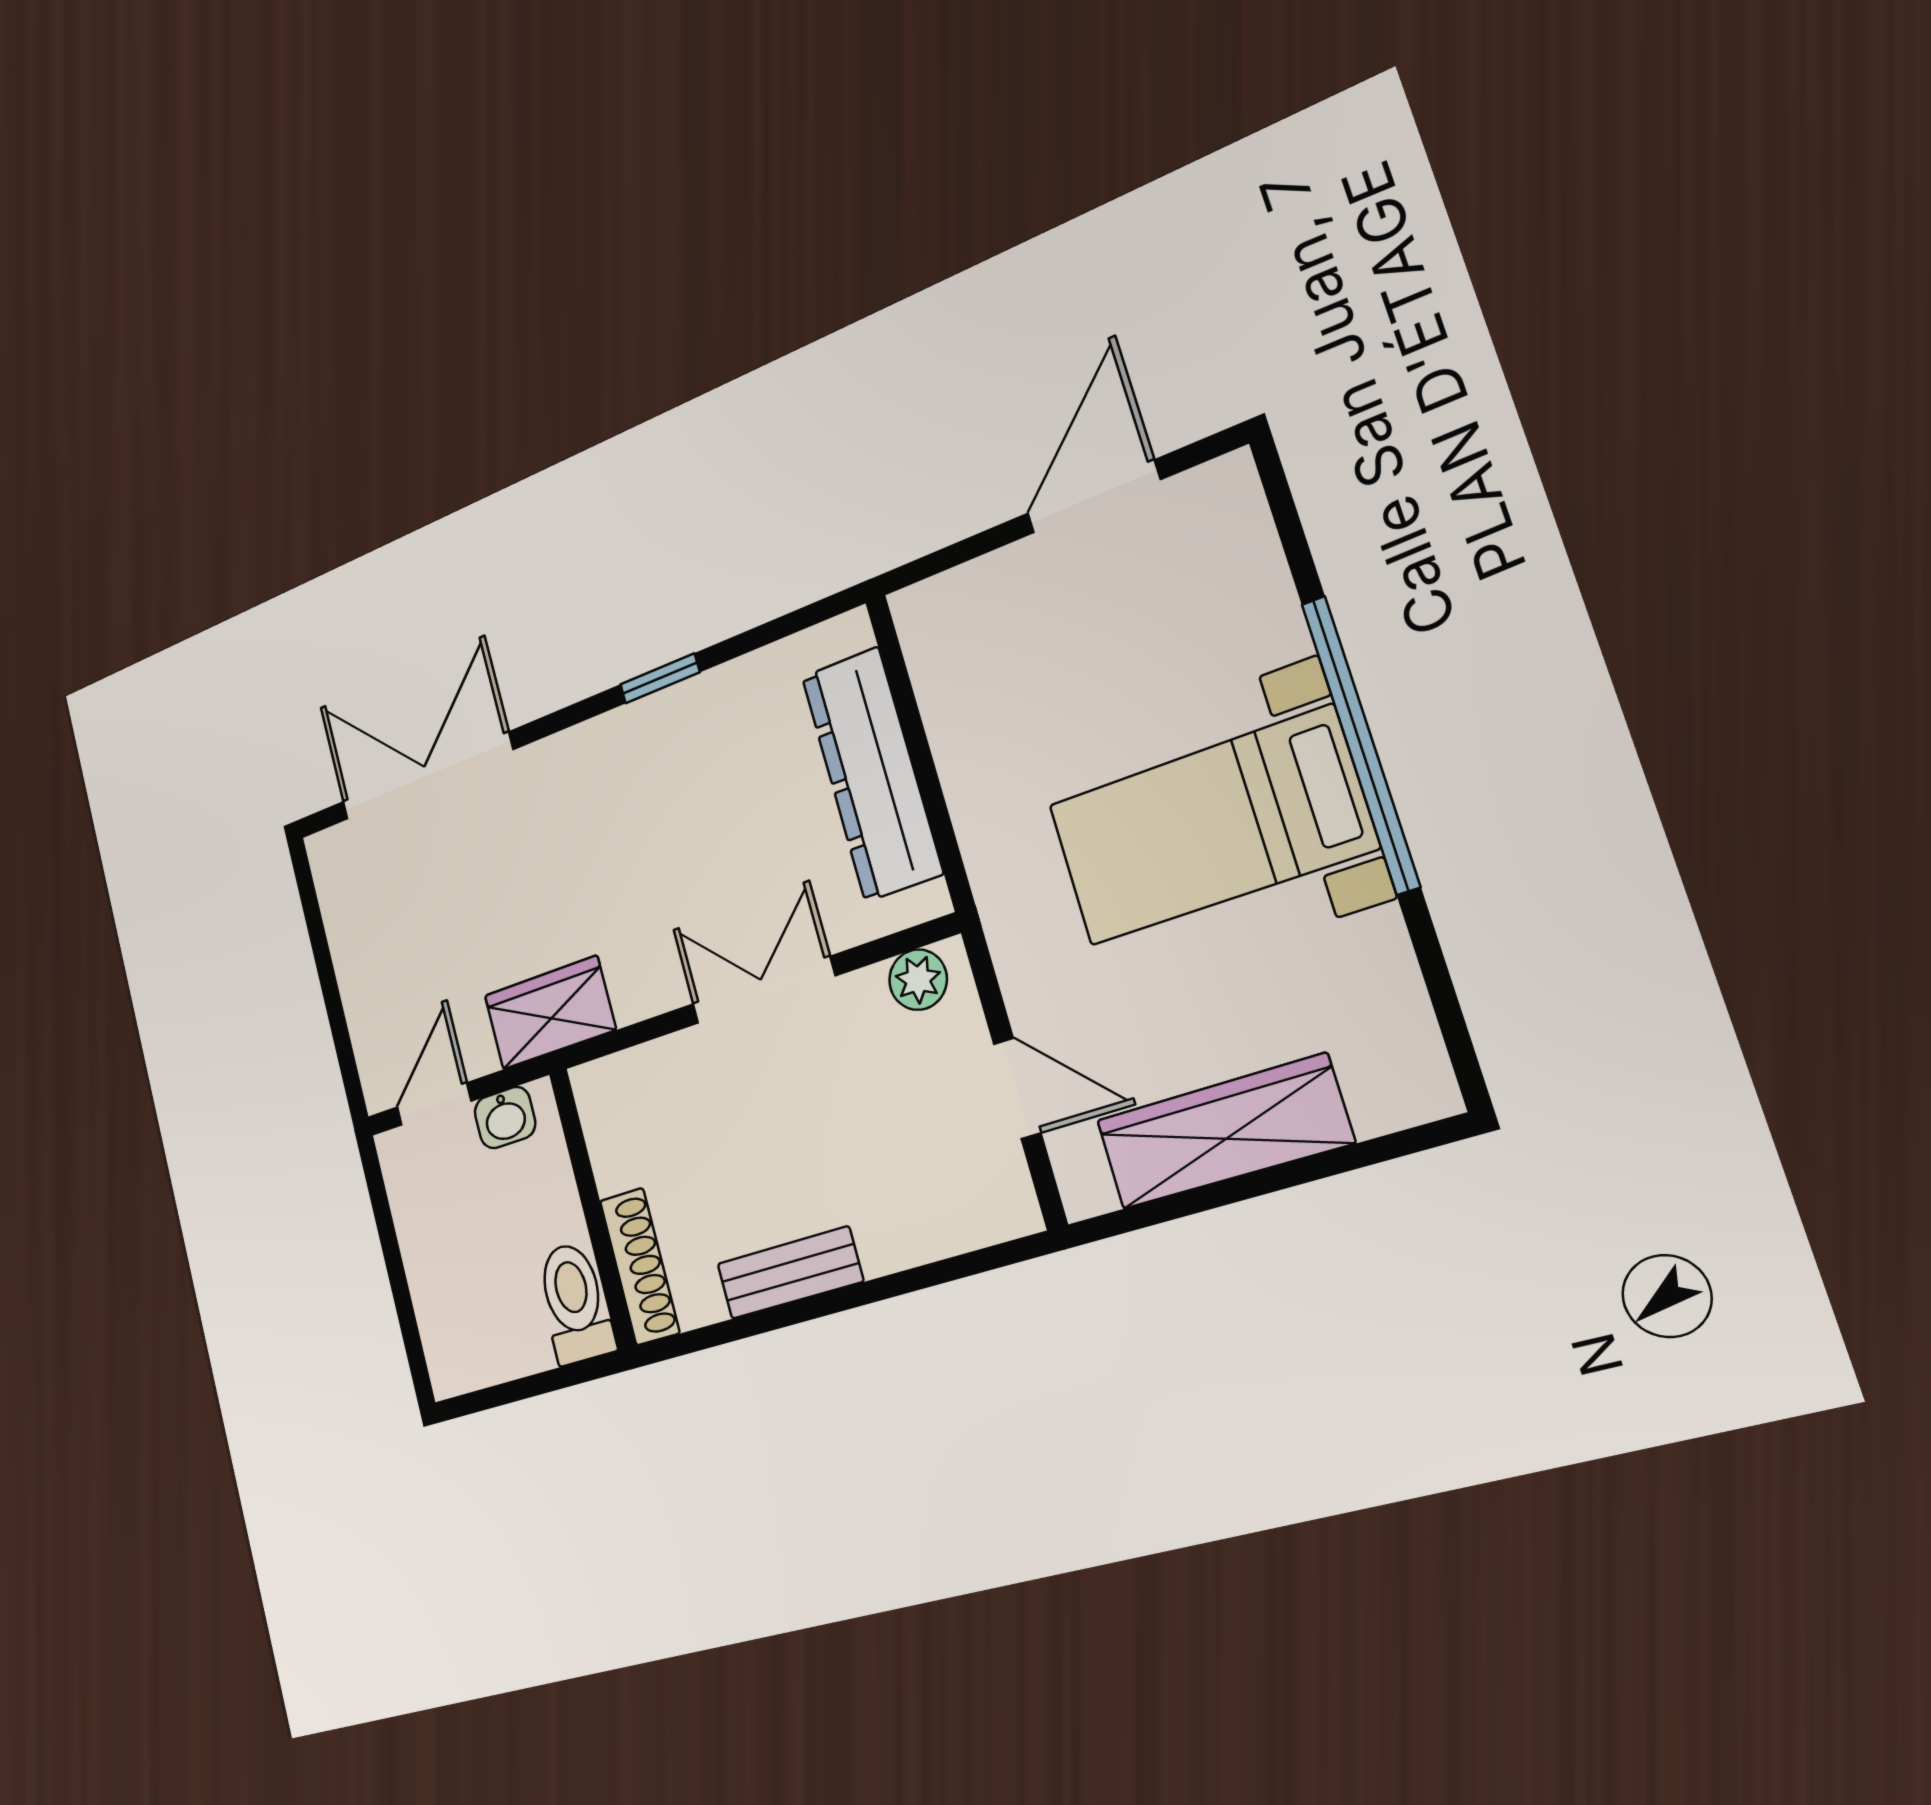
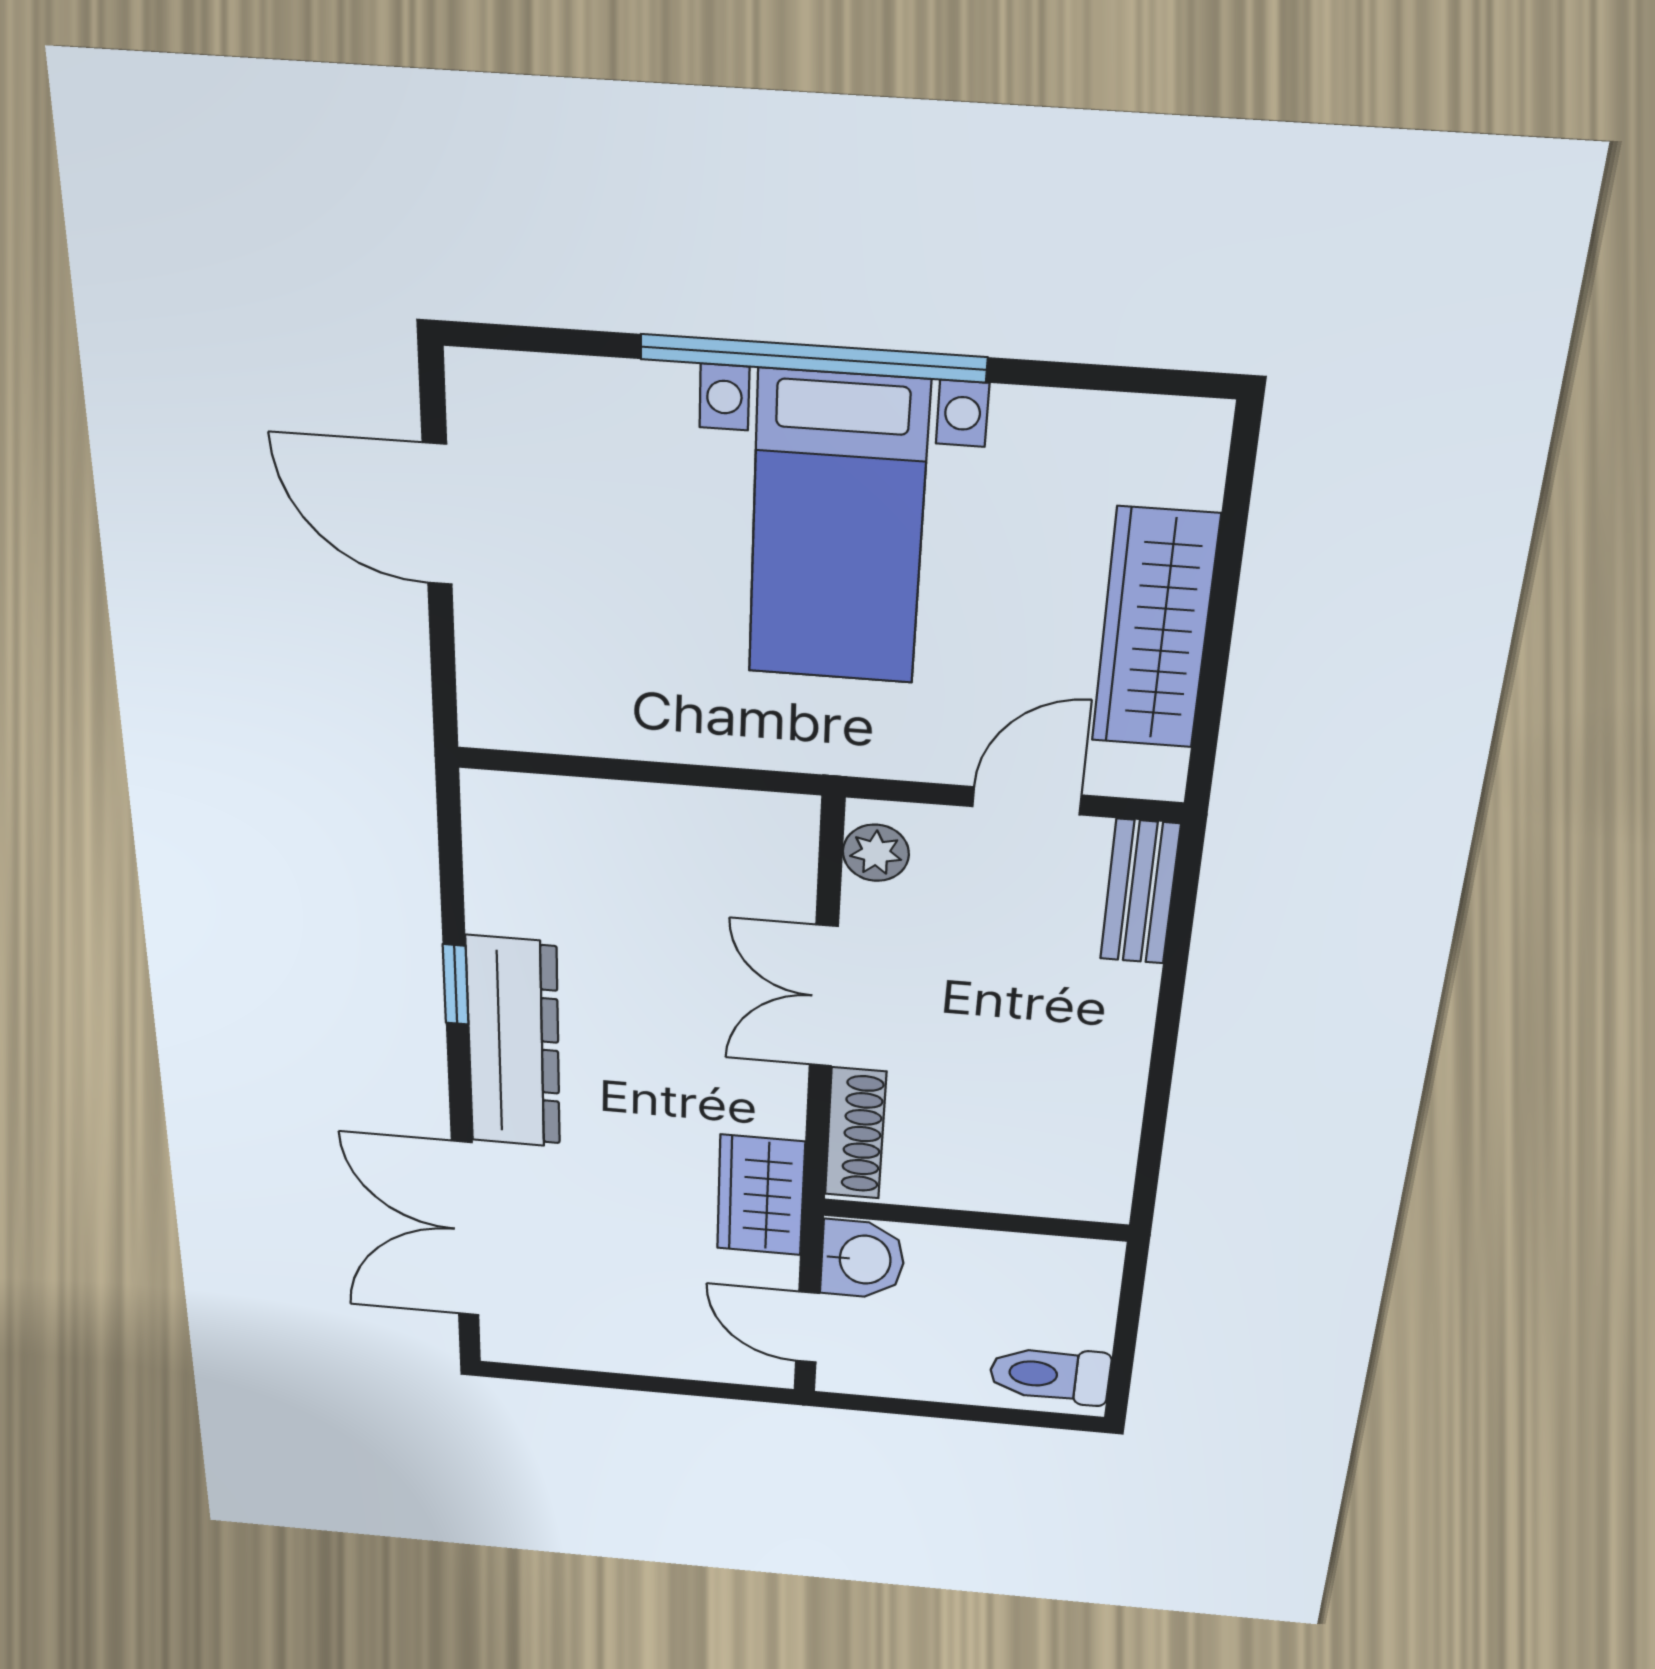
dresser: (872, 774) -> (514, 1043), moved, turned -90
washbasin: (505, 1118) -> (863, 1259), width x1.38, depth x1.45
shoe rack: (640, 1267) -> (855, 1133), moved, turned 90
bench: (790, 1273) -> (1140, 892), moved
toilet: (575, 1303) -> (1050, 1375), moved

